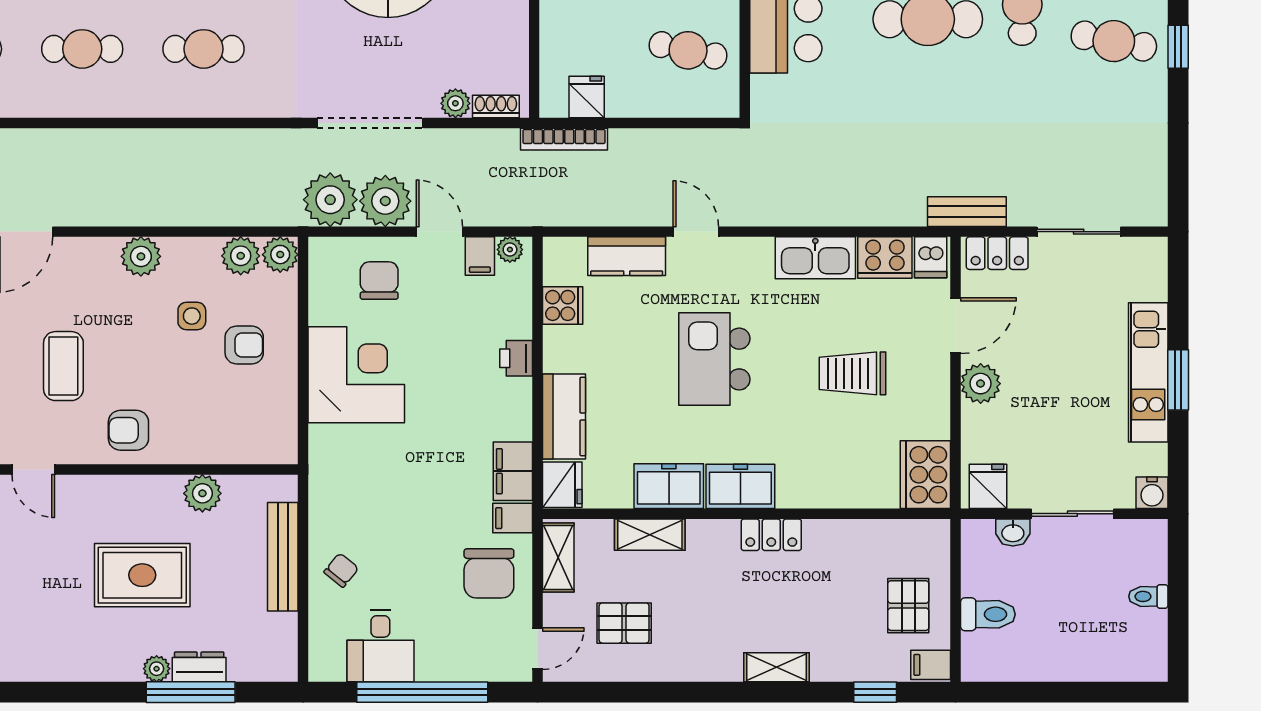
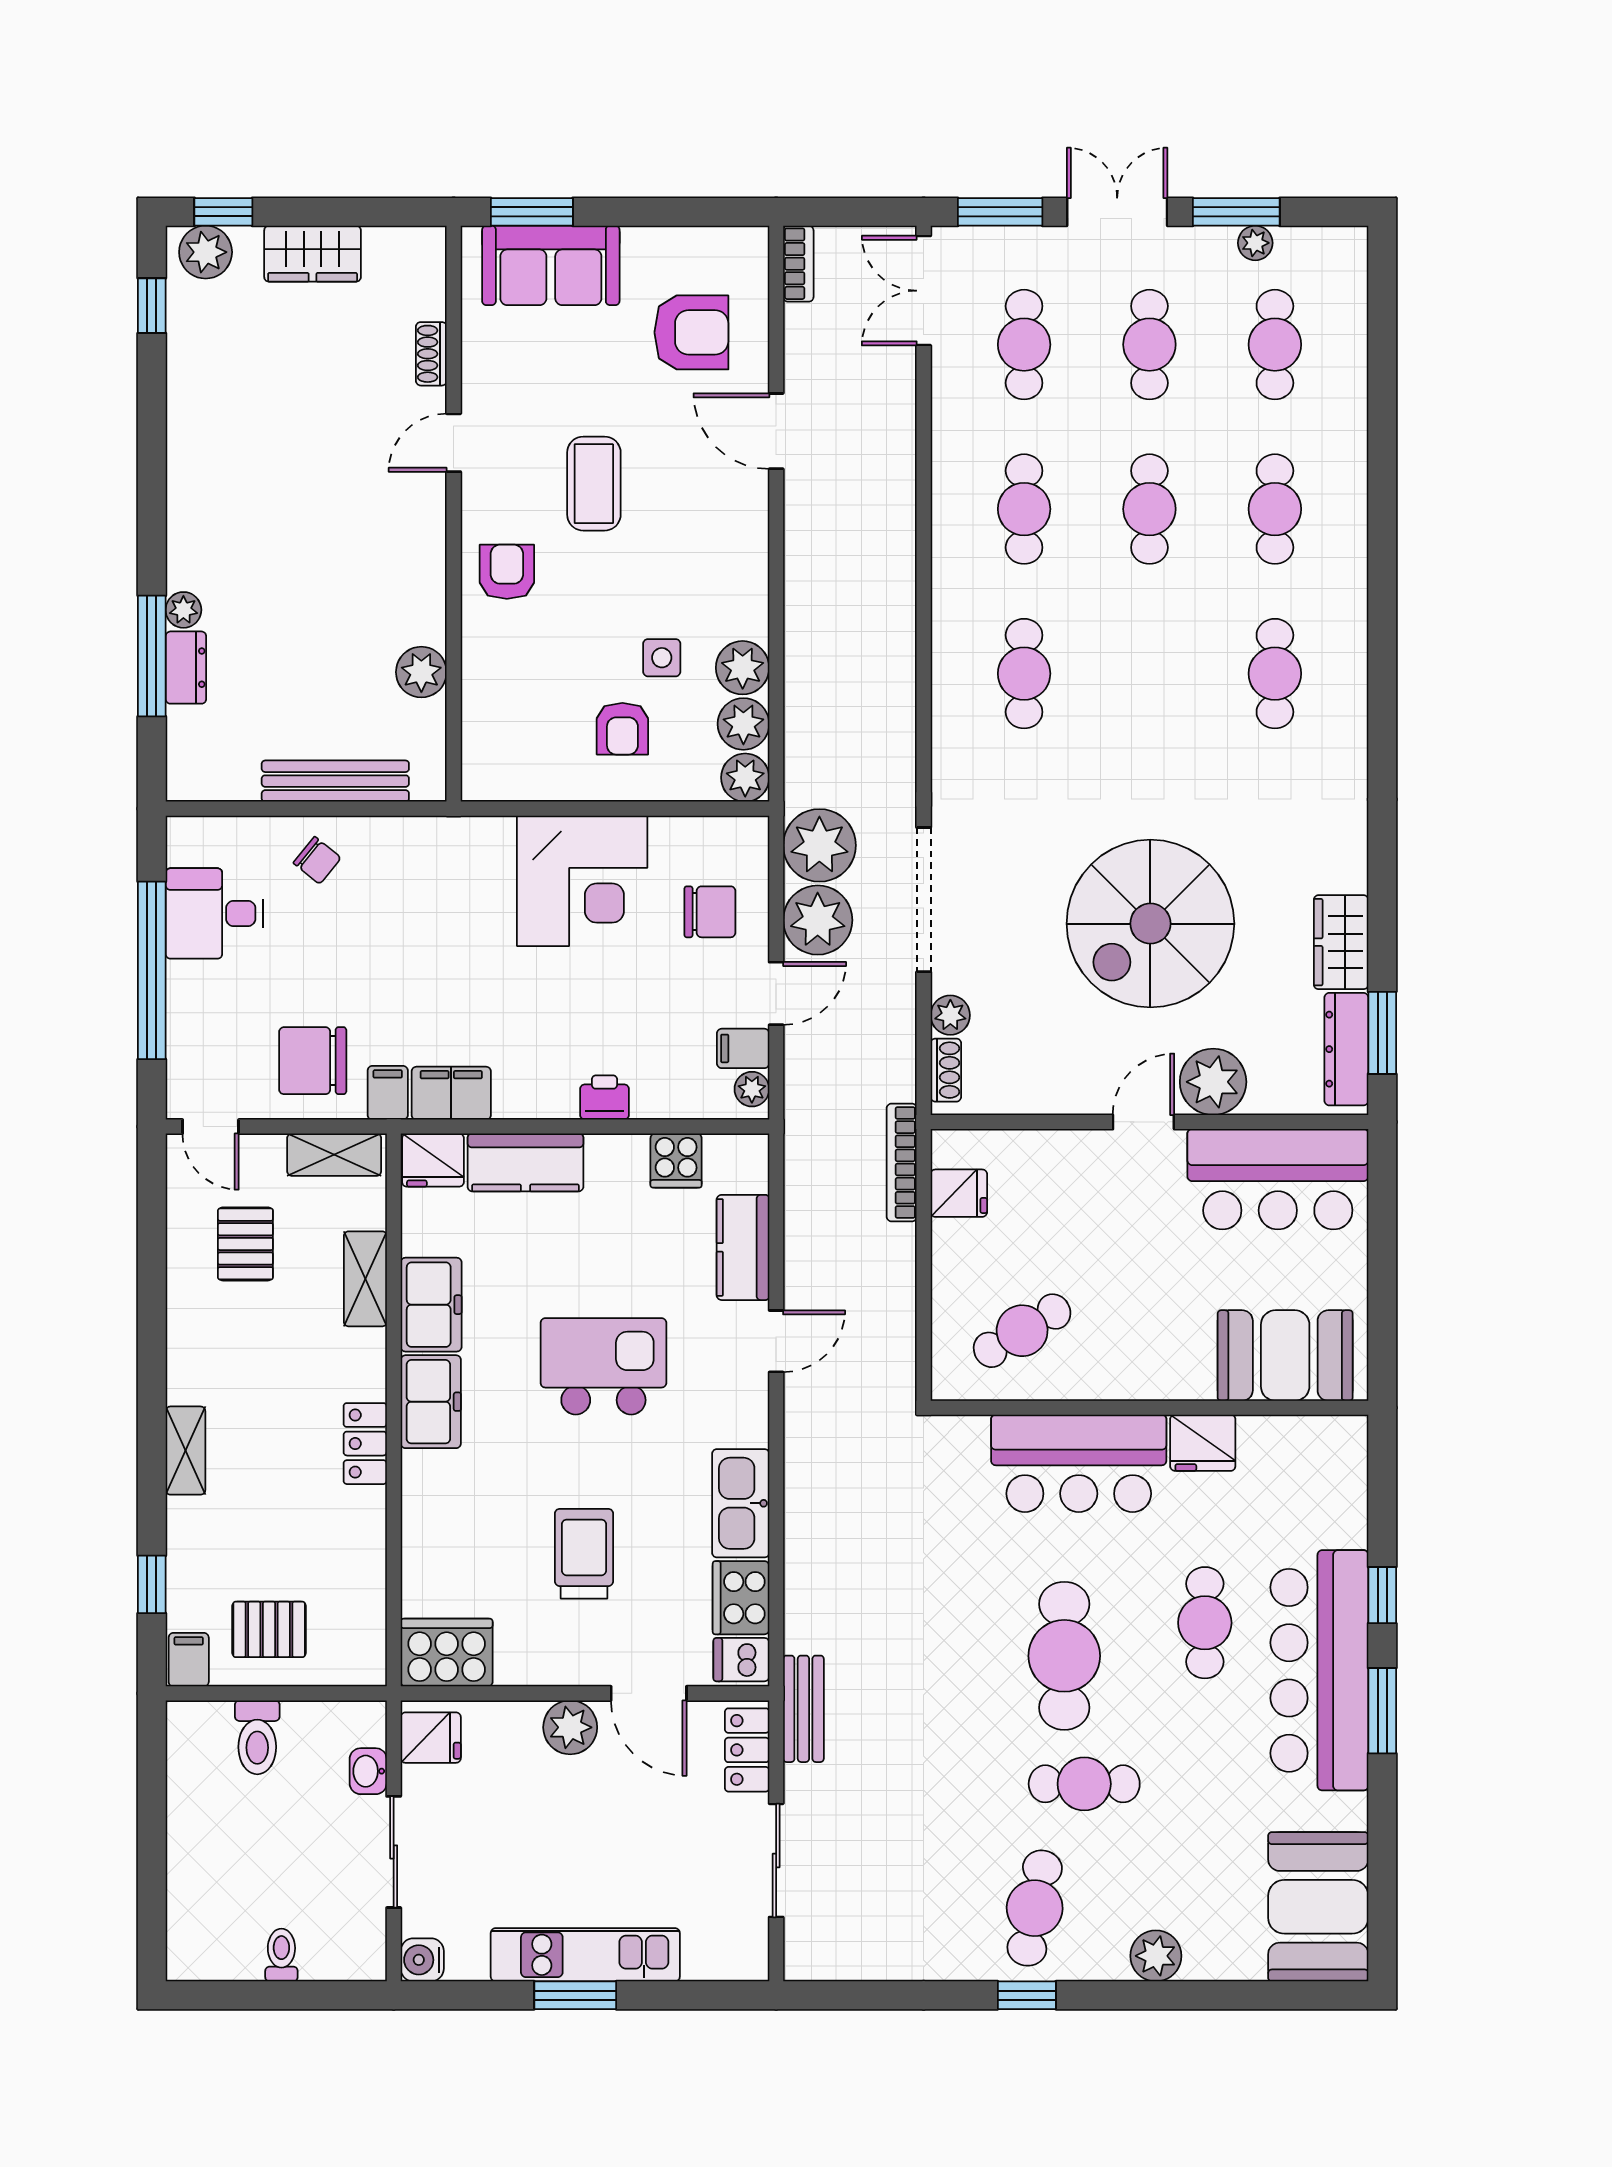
cafe table: (688, 50) -> (1022, 1331), turned 47
plant: (141, 256) -> (743, 668), moved
coffee table: (63, 366) -> (594, 484), turned 90
rug: (142, 575) -> (310, 591), removed

